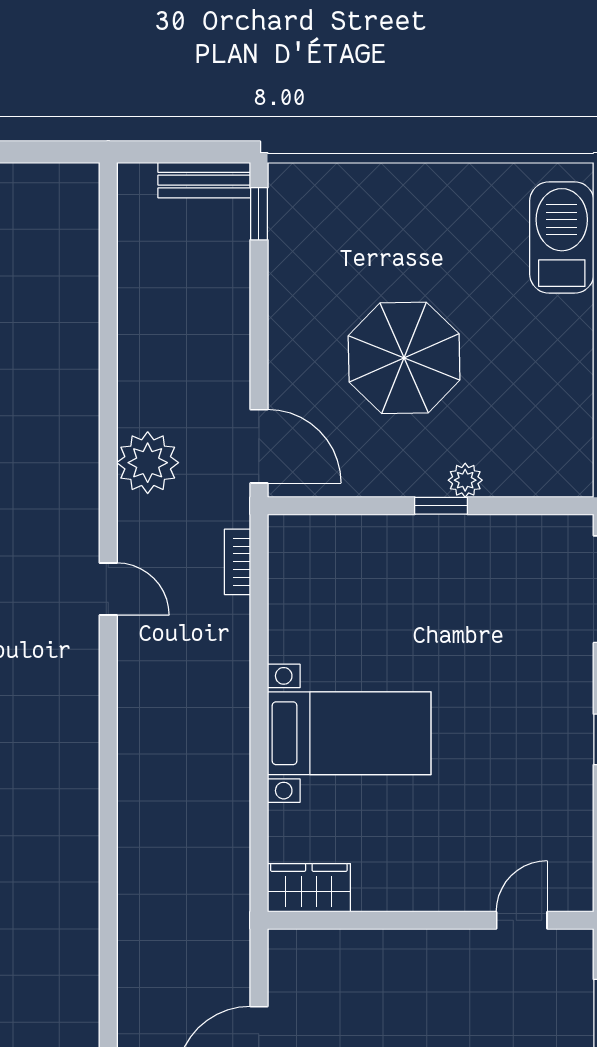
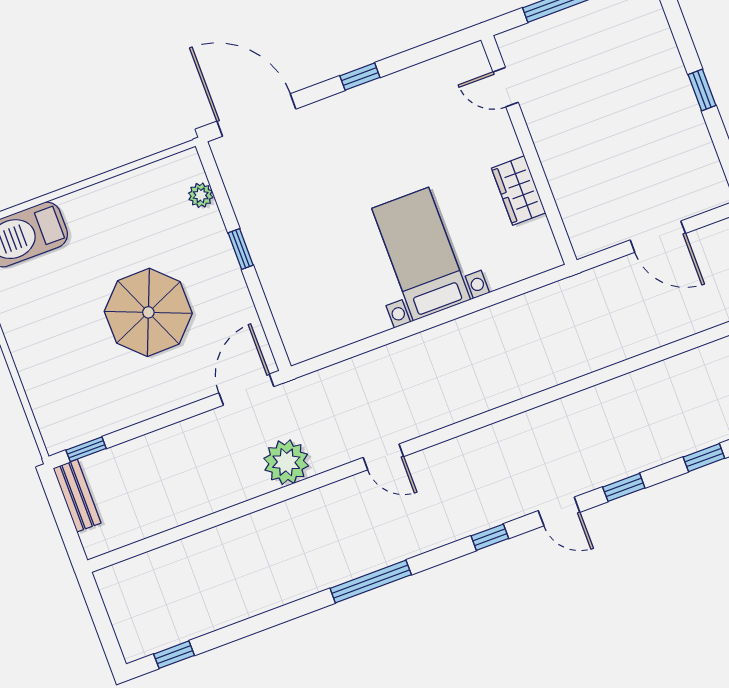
plant: (465, 480) -> (201, 195), moved
bookcase: (238, 562) -> (331, 375), removed
door: (108, 589) -> (383, 457), swing flipped
wardrobe: (309, 888) -> (519, 191), moved

